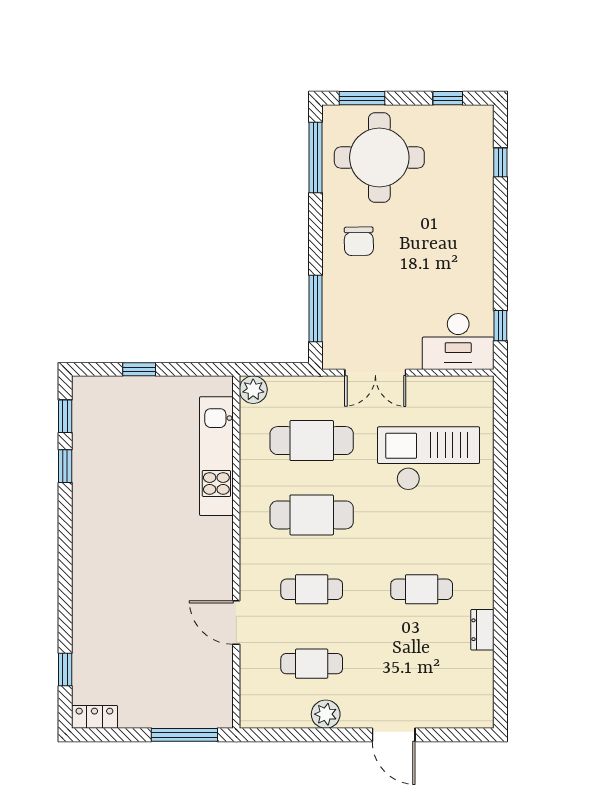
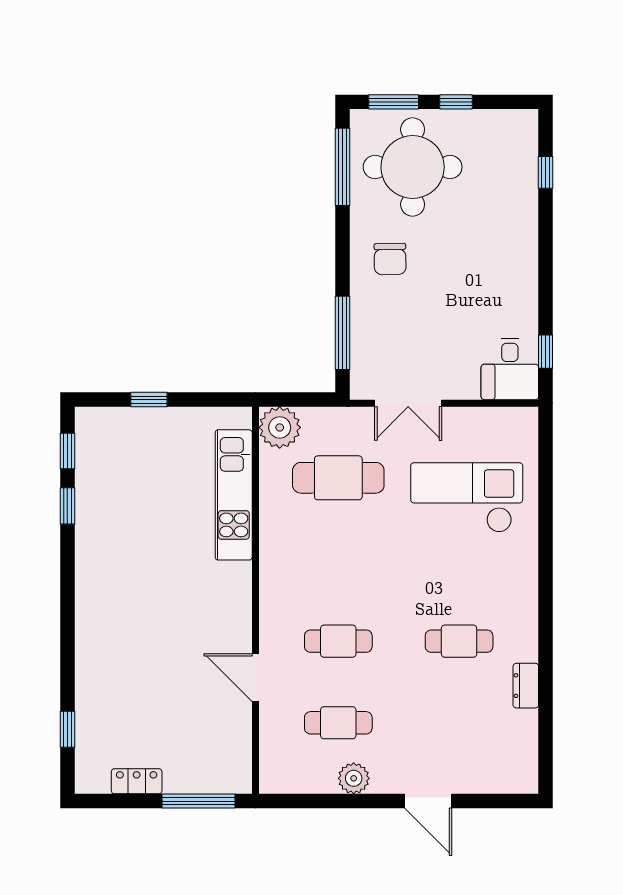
window: (448, 98) -> (456, 102), moved
desk: (458, 341) -> (510, 369), width x0.73
plant: (253, 390) -> (280, 427), width x1.36, depth x1.36
cafe table: (312, 515) -> (338, 559), removed
locker: (94, 717) -> (137, 781), moved

